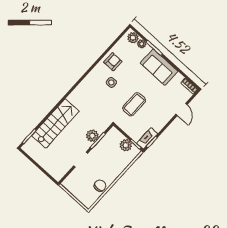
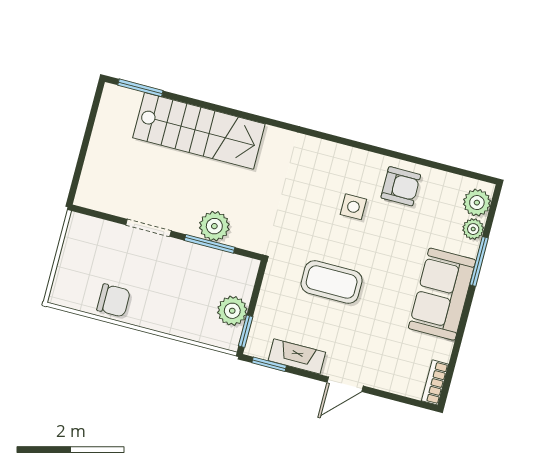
door: (181, 109) -> (345, 384), moved
fireplace: (147, 138) -> (297, 356), moved

